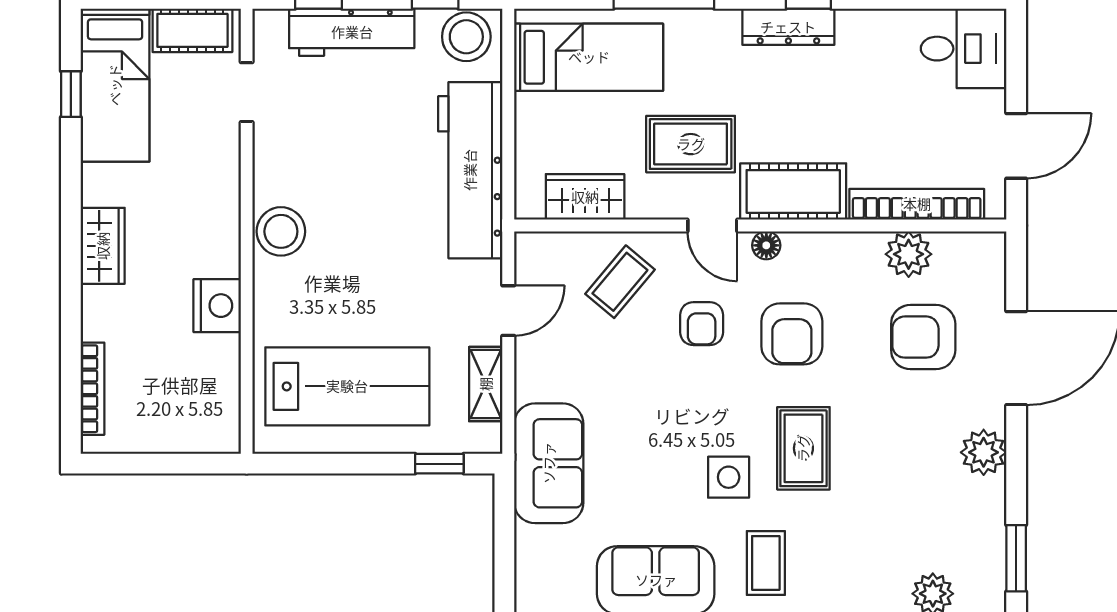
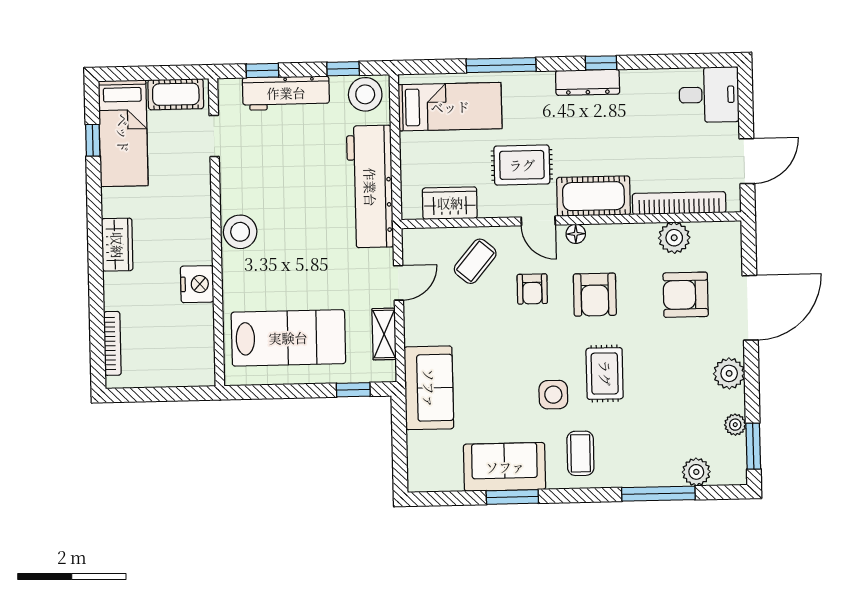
plant: (991, 527) -> (735, 425), added

